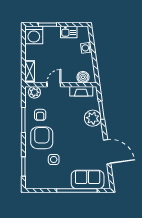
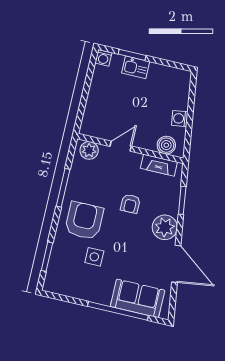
kitchen sink: (69, 32) -> (136, 67), moved
washing machine: (34, 35) -> (103, 58), width x0.53, depth x0.53
washing machine: (86, 48) -> (180, 119), moved
shelving: (30, 71) -> (89, 118), removed
armchair: (40, 115) -> (130, 204), moved
plant: (93, 118) -> (165, 227), moved

